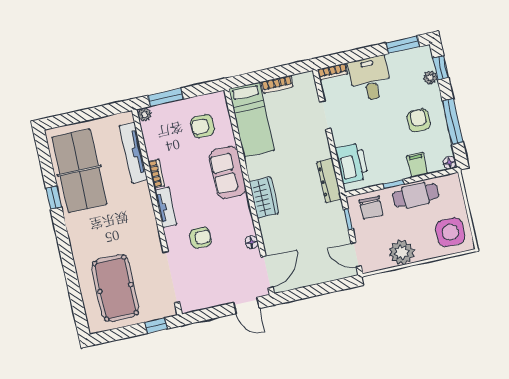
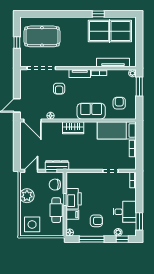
desk: (370, 79) -> (125, 212), moved
printer: (352, 163) -> (74, 199), moved, turned -90
dresser: (329, 181) -> (57, 165), moved
window: (156, 326) -> (17, 43), moved

